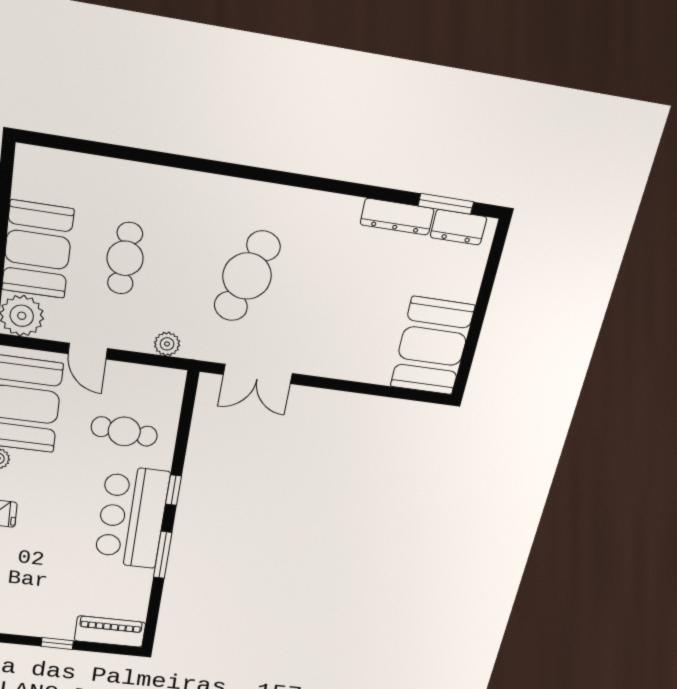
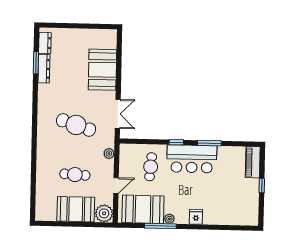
window: (446, 204) -> (36, 63), moved
booth: (432, 346) -> (102, 70), moved, turned 90

